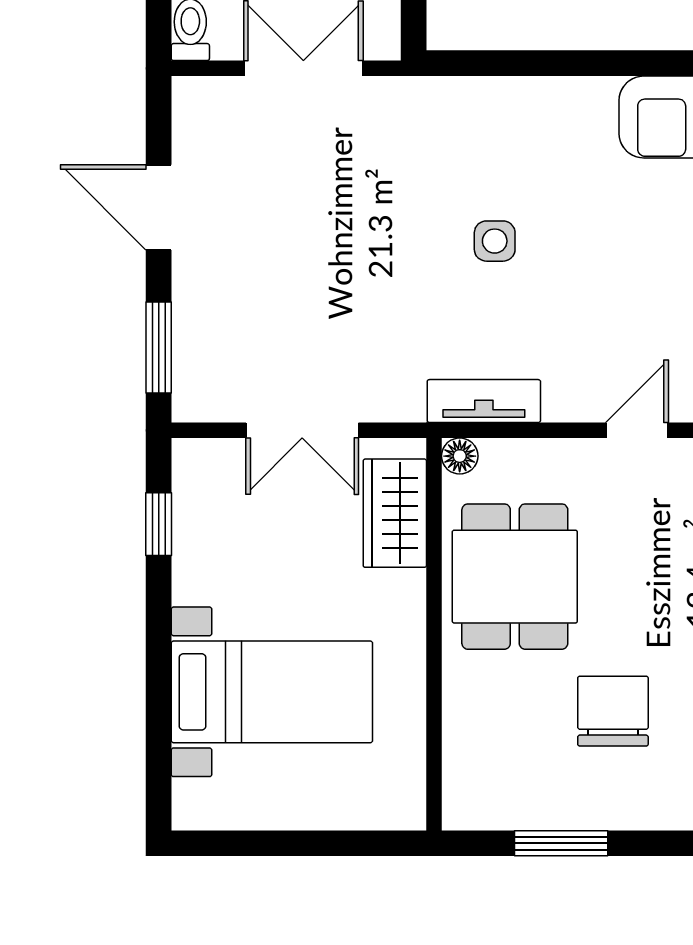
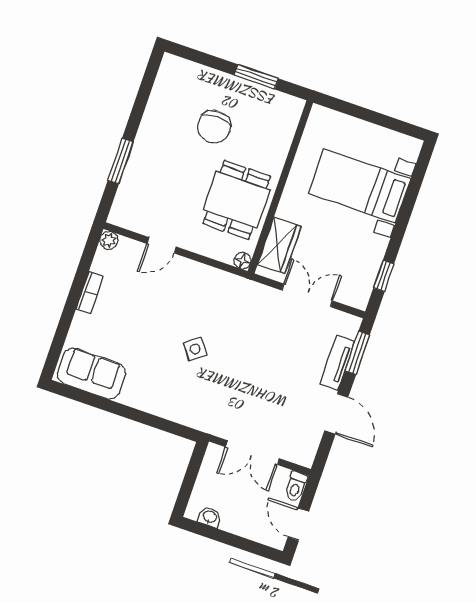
side table: (495, 241) -> (195, 349), turned -37
tv unit: (484, 401) -> (337, 363), moved, turned 90

